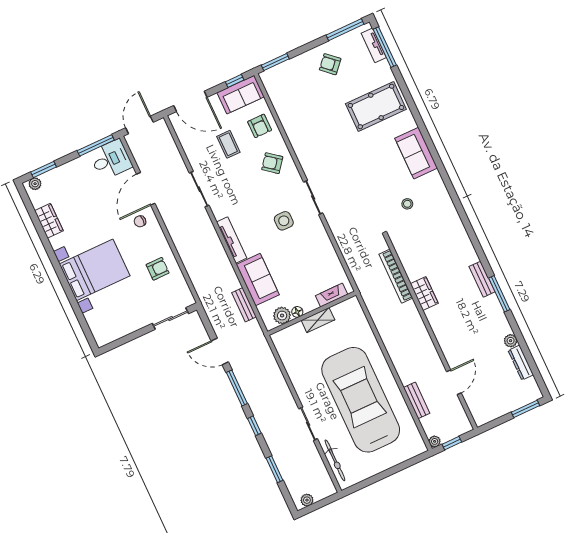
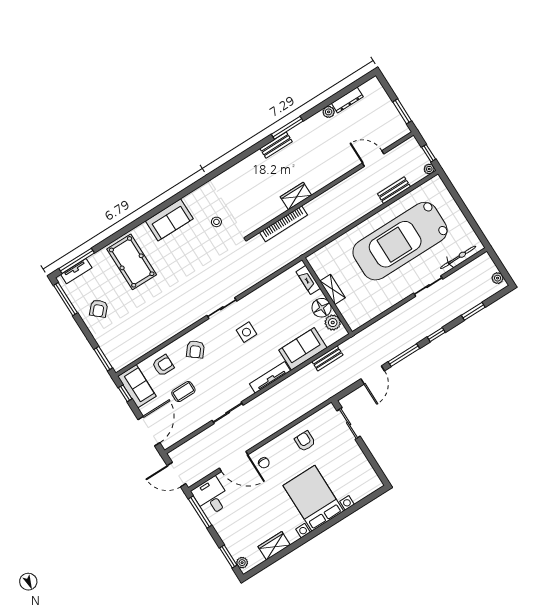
floor lamp: (297, 312) -> (322, 308), width x1.89, depth x1.89
window: (526, 409) -> (402, 111), moved

